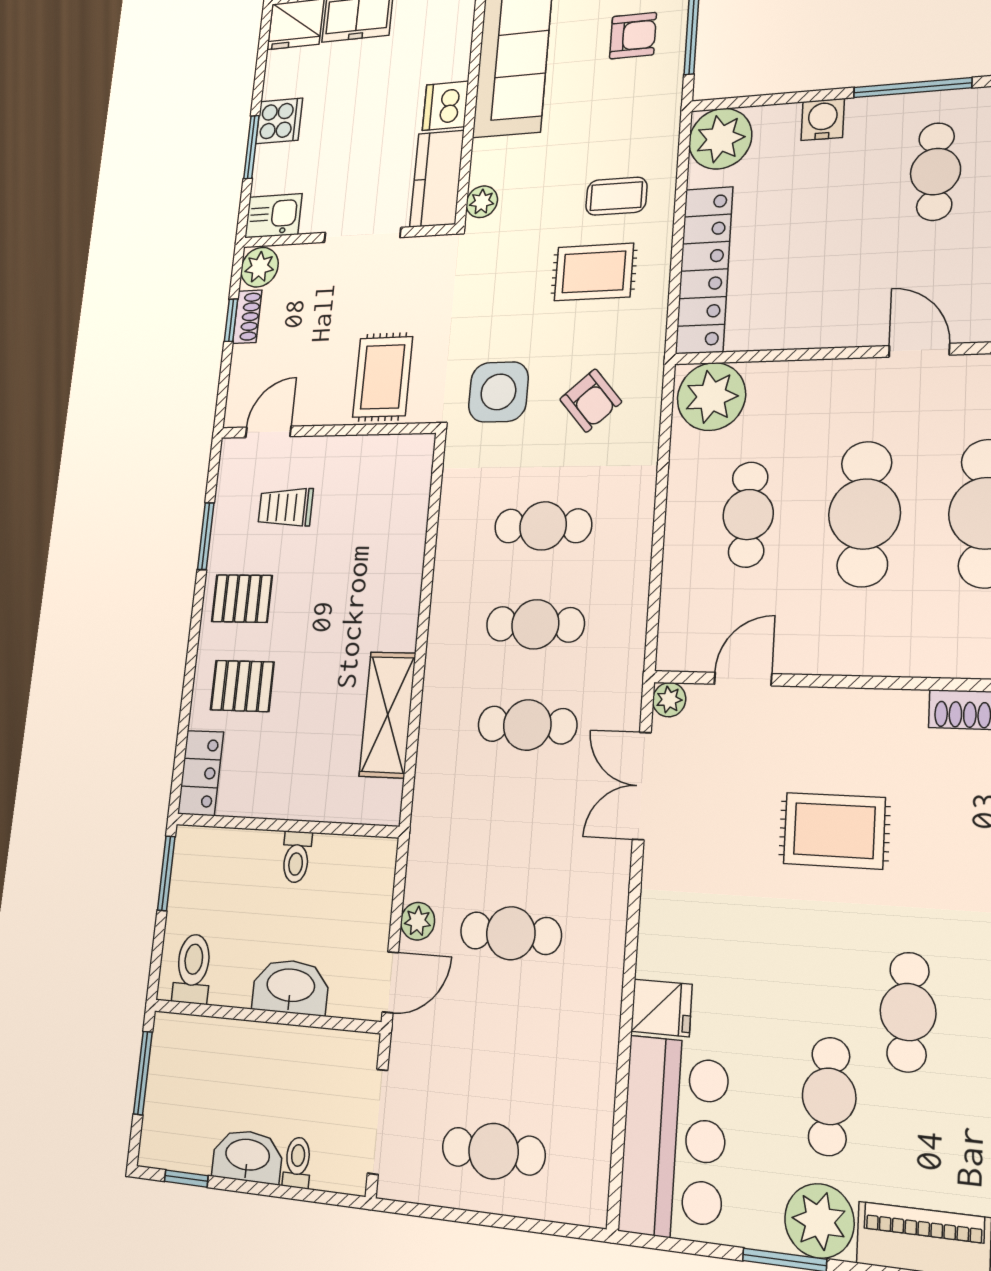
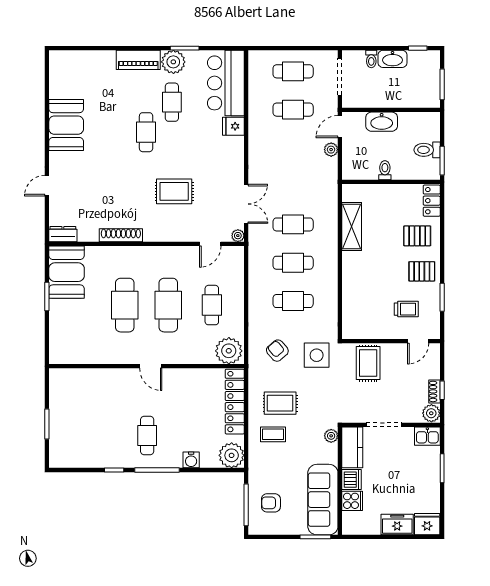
cooker: (279, 121) -> (352, 501), moved, turned 180
cafe table: (511, 933) -> (293, 110), moved
toilet: (193, 969) -> (427, 150), moved, turned 90

